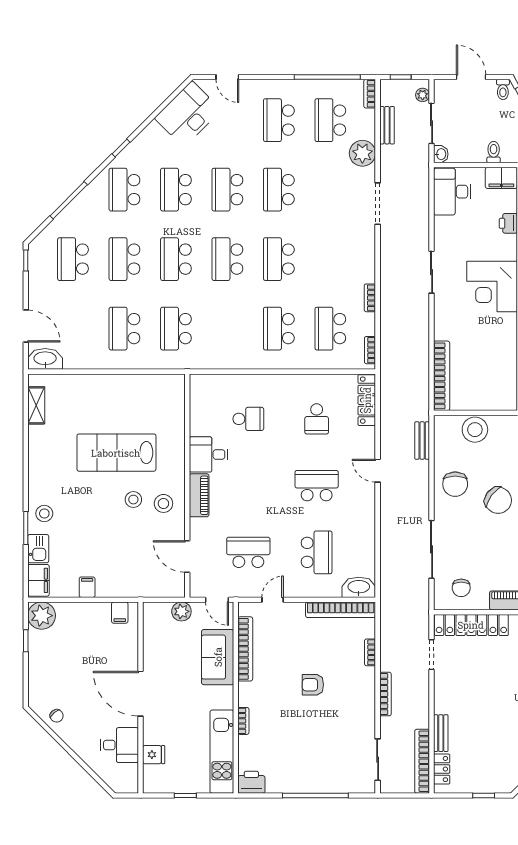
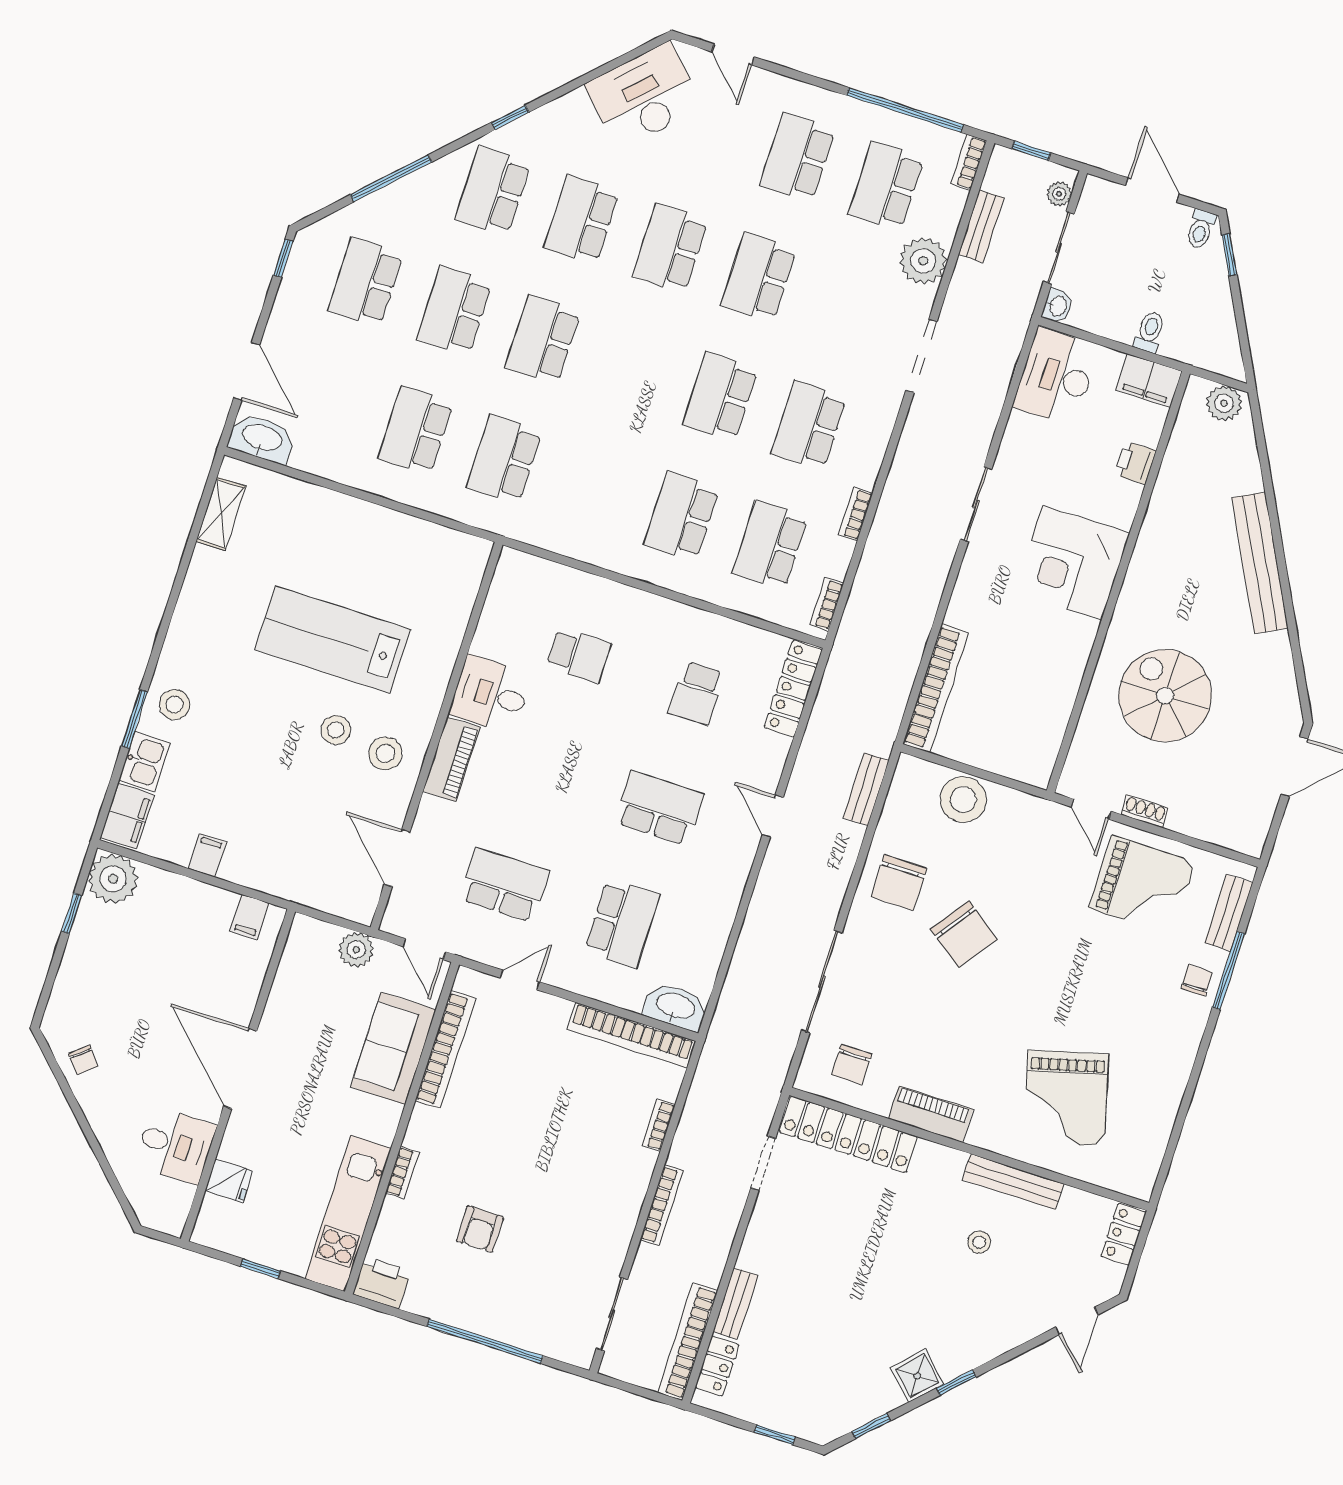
school desk: (227, 259) -> (809, 425), moved
armchair: (313, 685) -> (480, 1229), moved, turned -90

